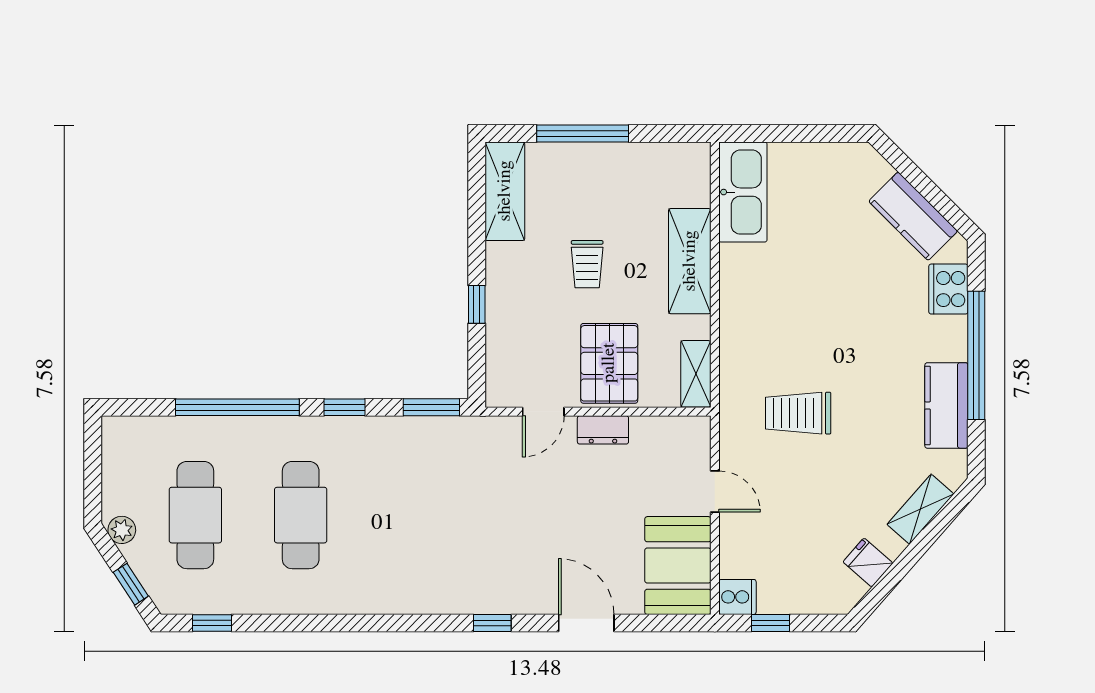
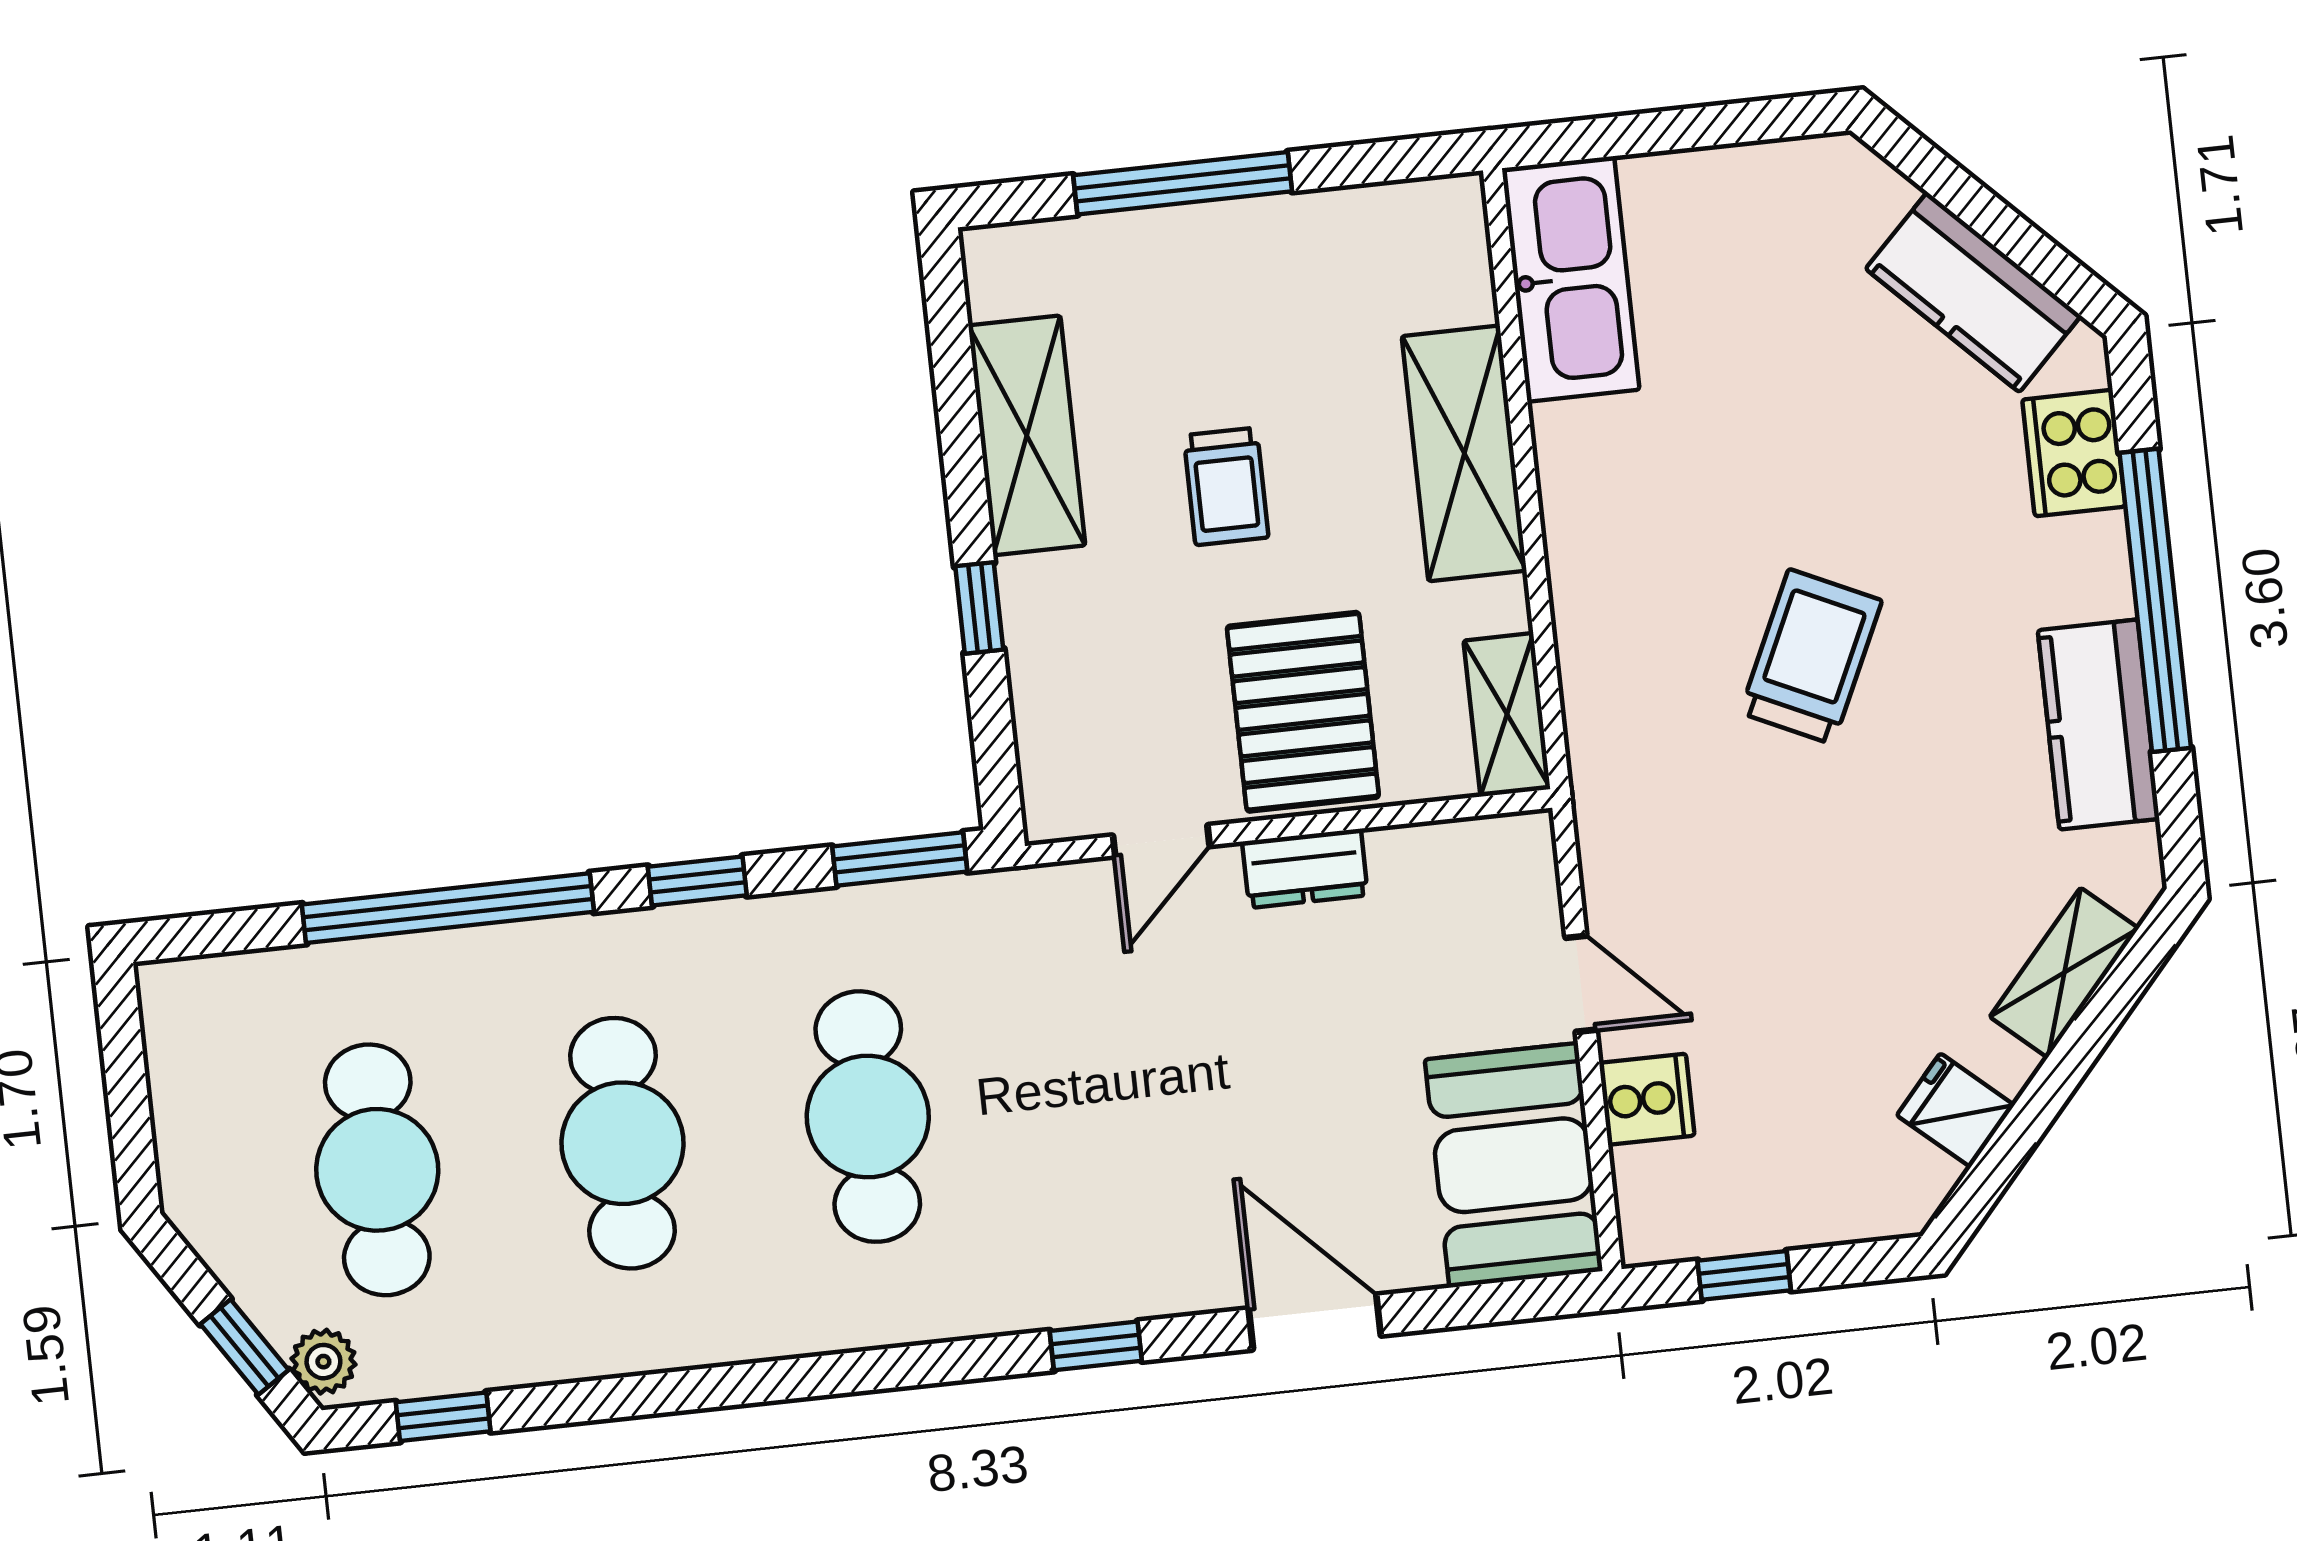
shelving: (505, 191) -> (1027, 435), moved
trolley: (798, 413) -> (1811, 657), moved, turned 115
cafe table: (406, 515) -> (868, 1117), added
plant: (122, 530) -> (323, 1362), moved
cooker: (737, 597) -> (1647, 1099), moved

